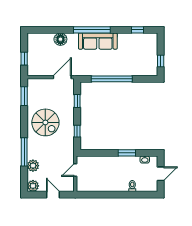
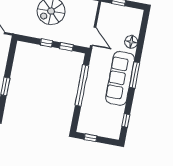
window: (92, 30) -> (134, 75), width x0.68
sofa: (98, 41) -> (120, 78), width x1.36, depth x1.27
window: (77, 131) -> (46, 43), moved

